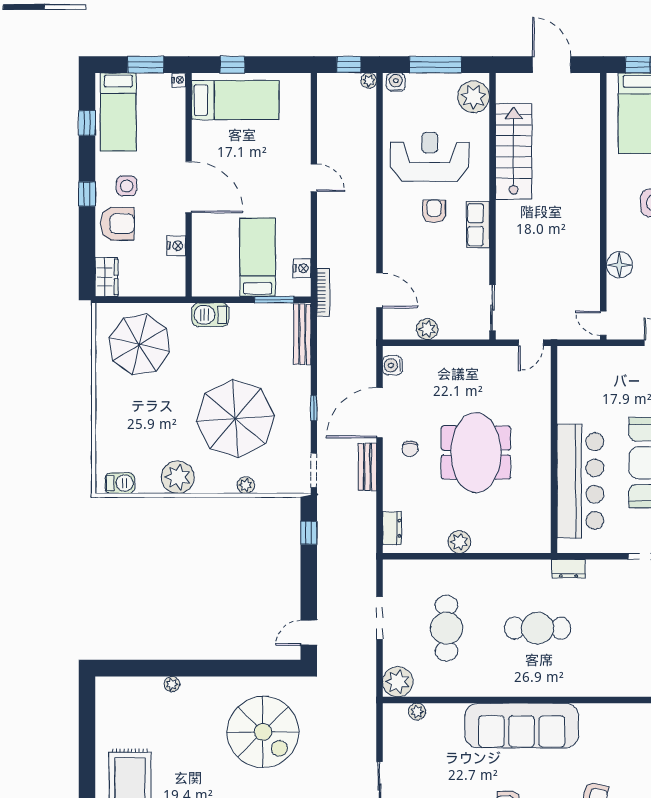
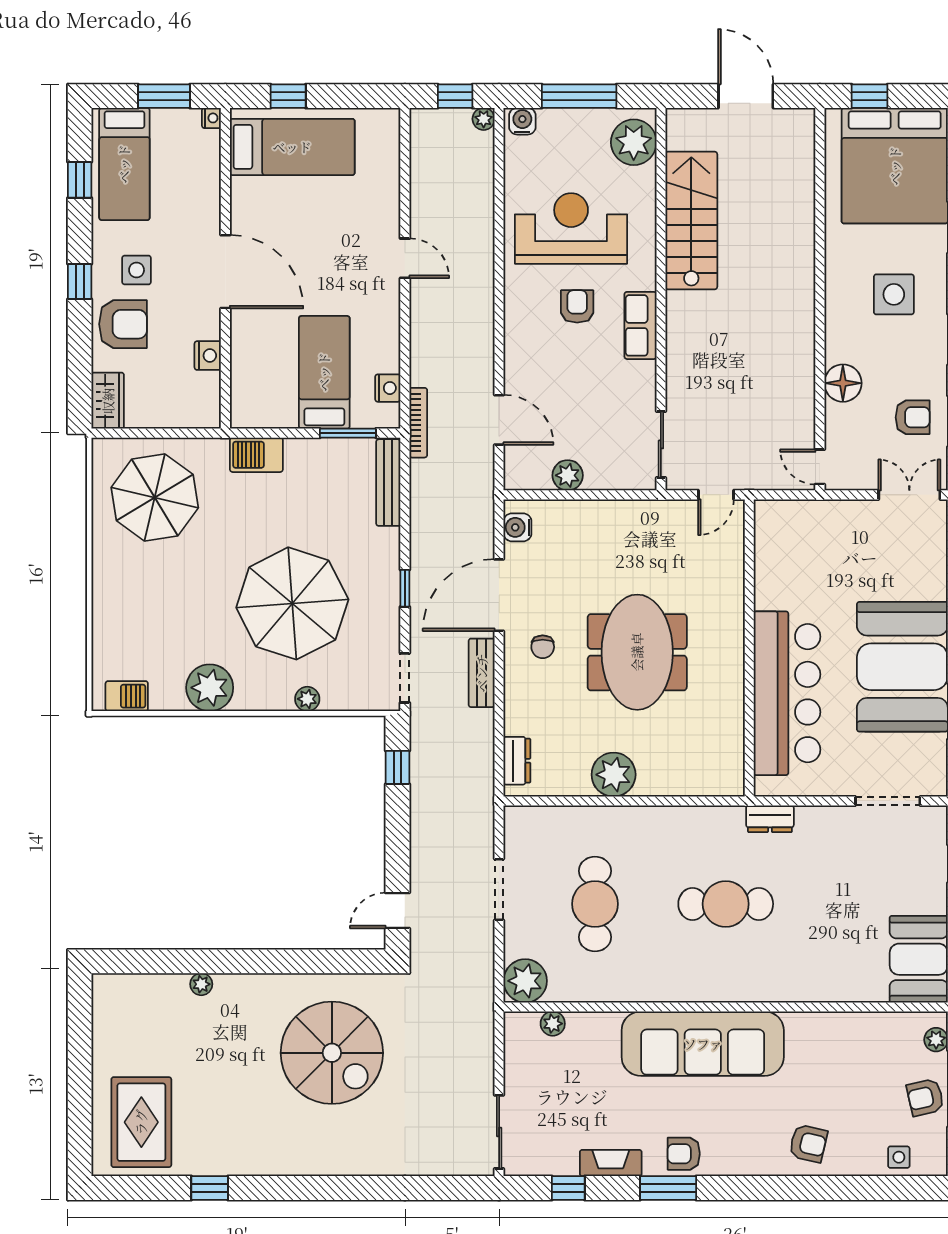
plant: (459, 542) -> (614, 775), width x1.36, depth x1.36

